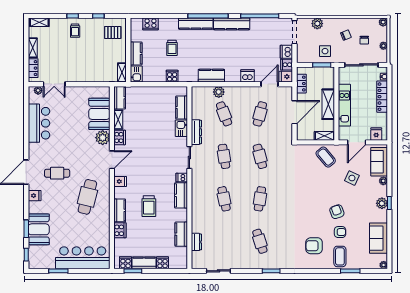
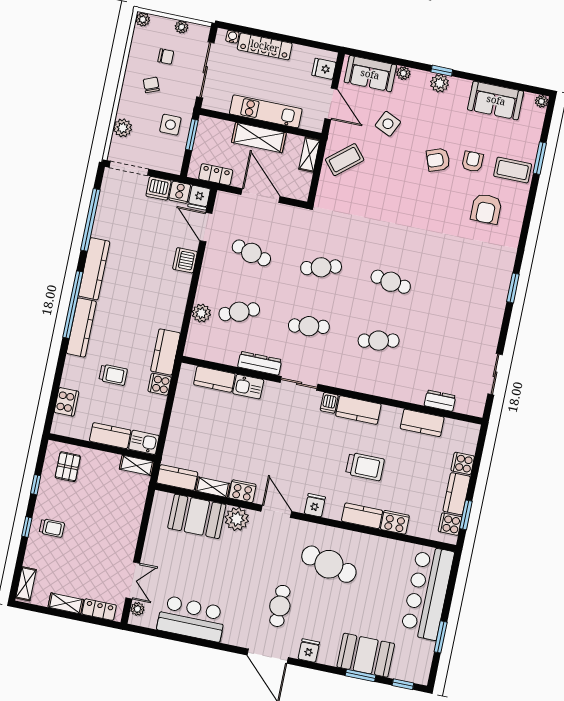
kitchen counter: (211, 76) -> (165, 352), moved
cafe table: (260, 241) -> (460, 296), removed

